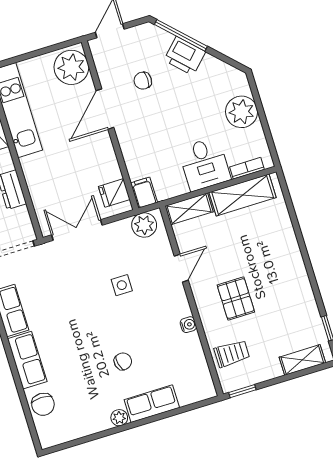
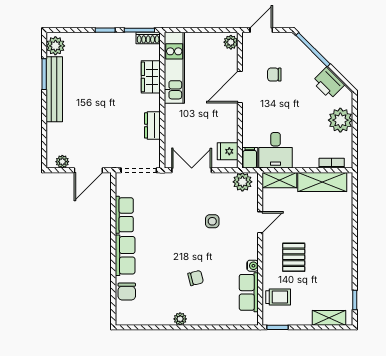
printer: (185, 56) -> (328, 83), moved
plant: (71, 67) -> (231, 42), width x0.53, depth x0.53
desk: (204, 164) -> (276, 150), moved
row of seats: (152, 404) -> (249, 292), moved, turned -90

